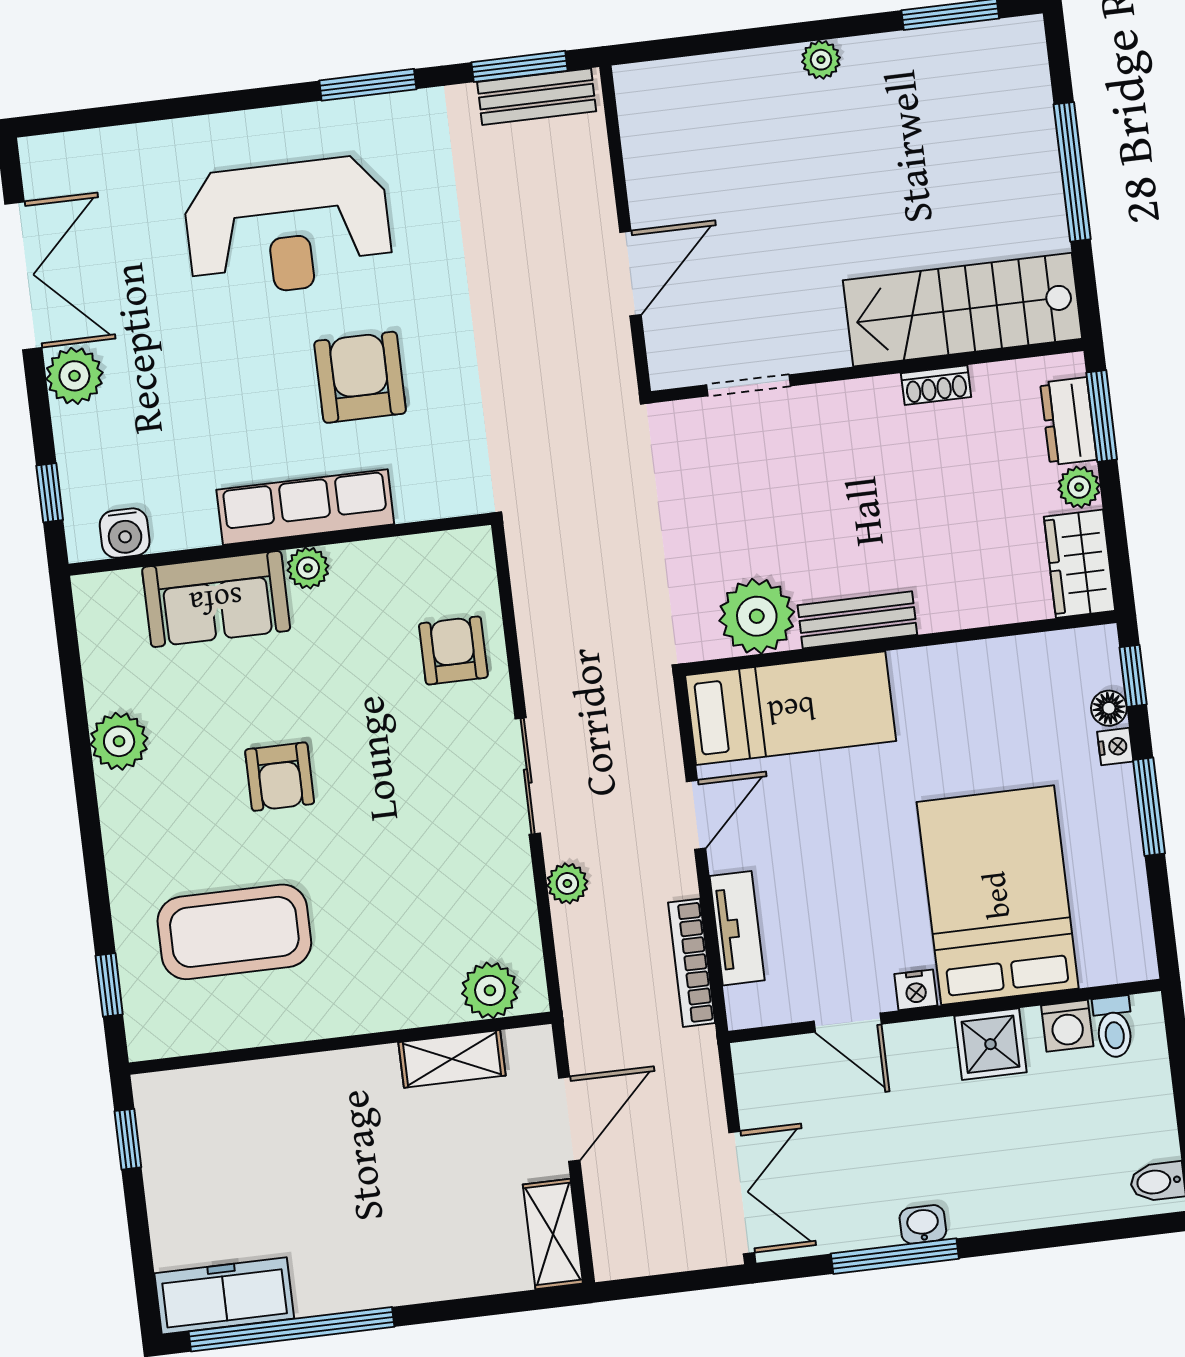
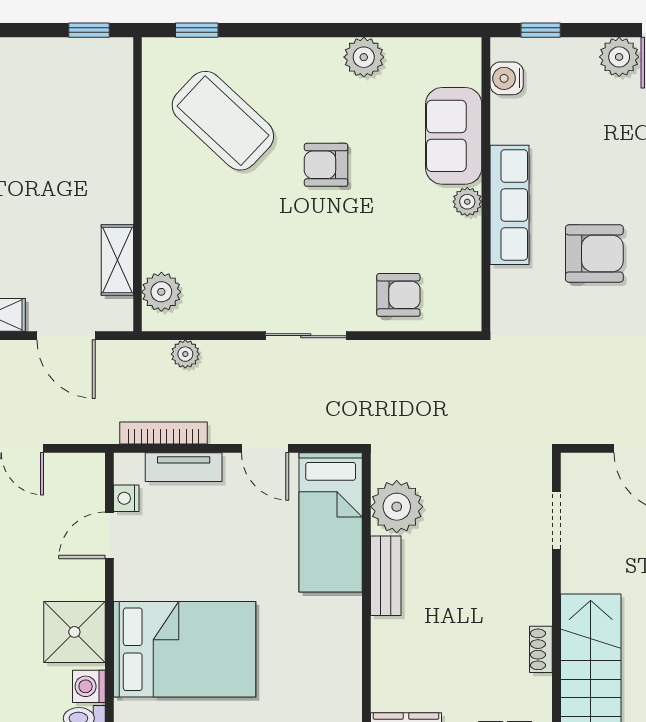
plant: (567, 883) -> (185, 354), moved
coffee table: (234, 932) -> (223, 121), turned -47
nightstand: (916, 990) -> (126, 498), moved
shower: (990, 1044) -> (74, 632), width x1.36, depth x1.36

